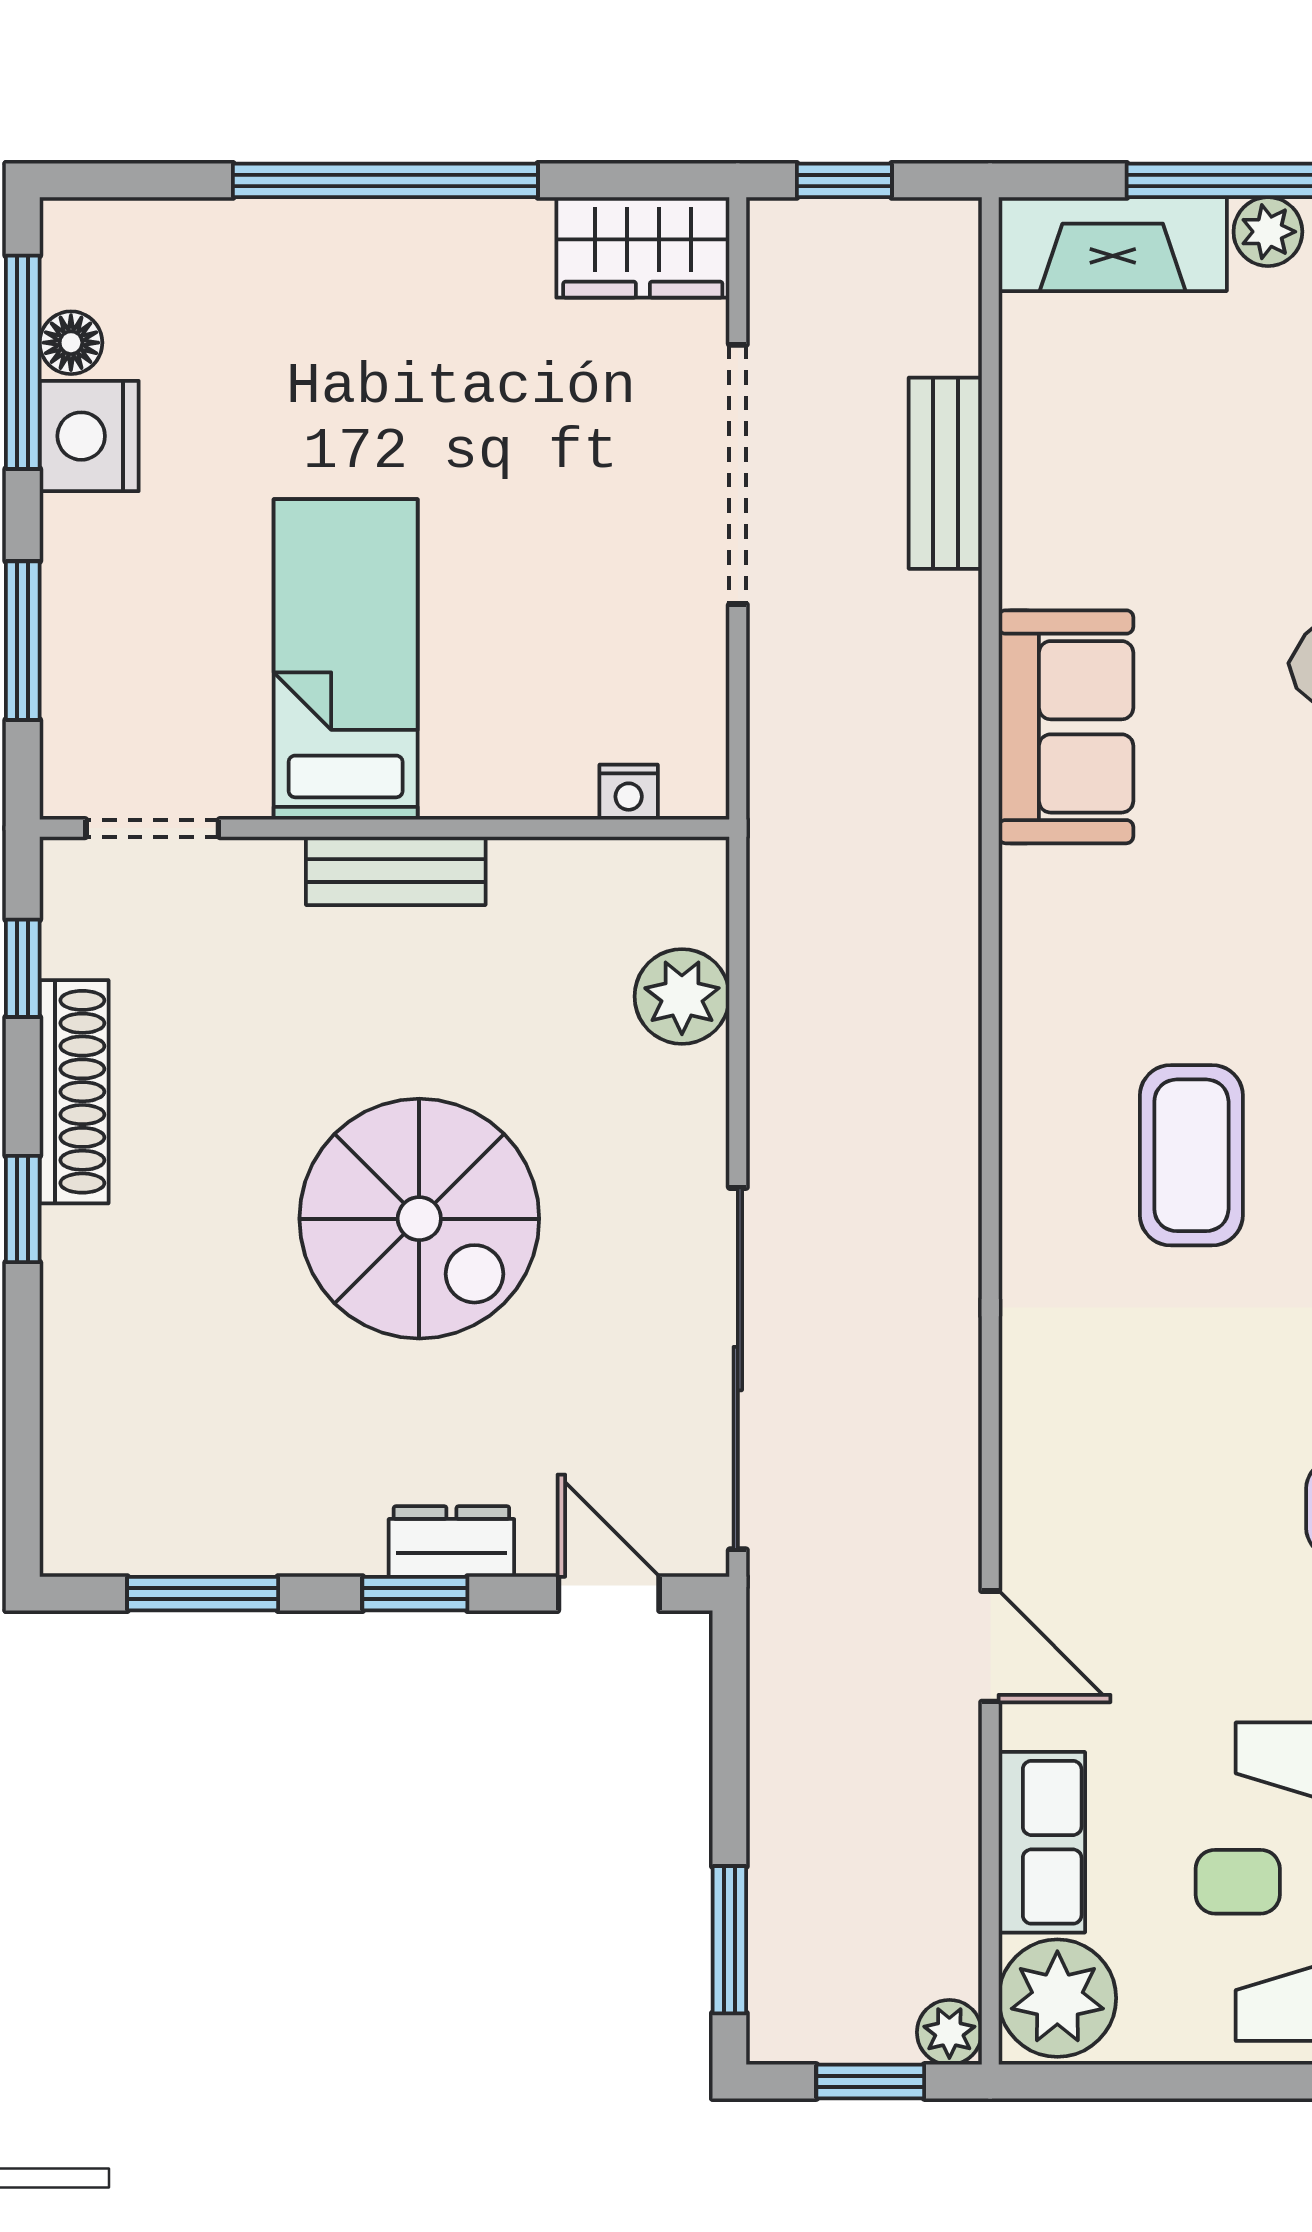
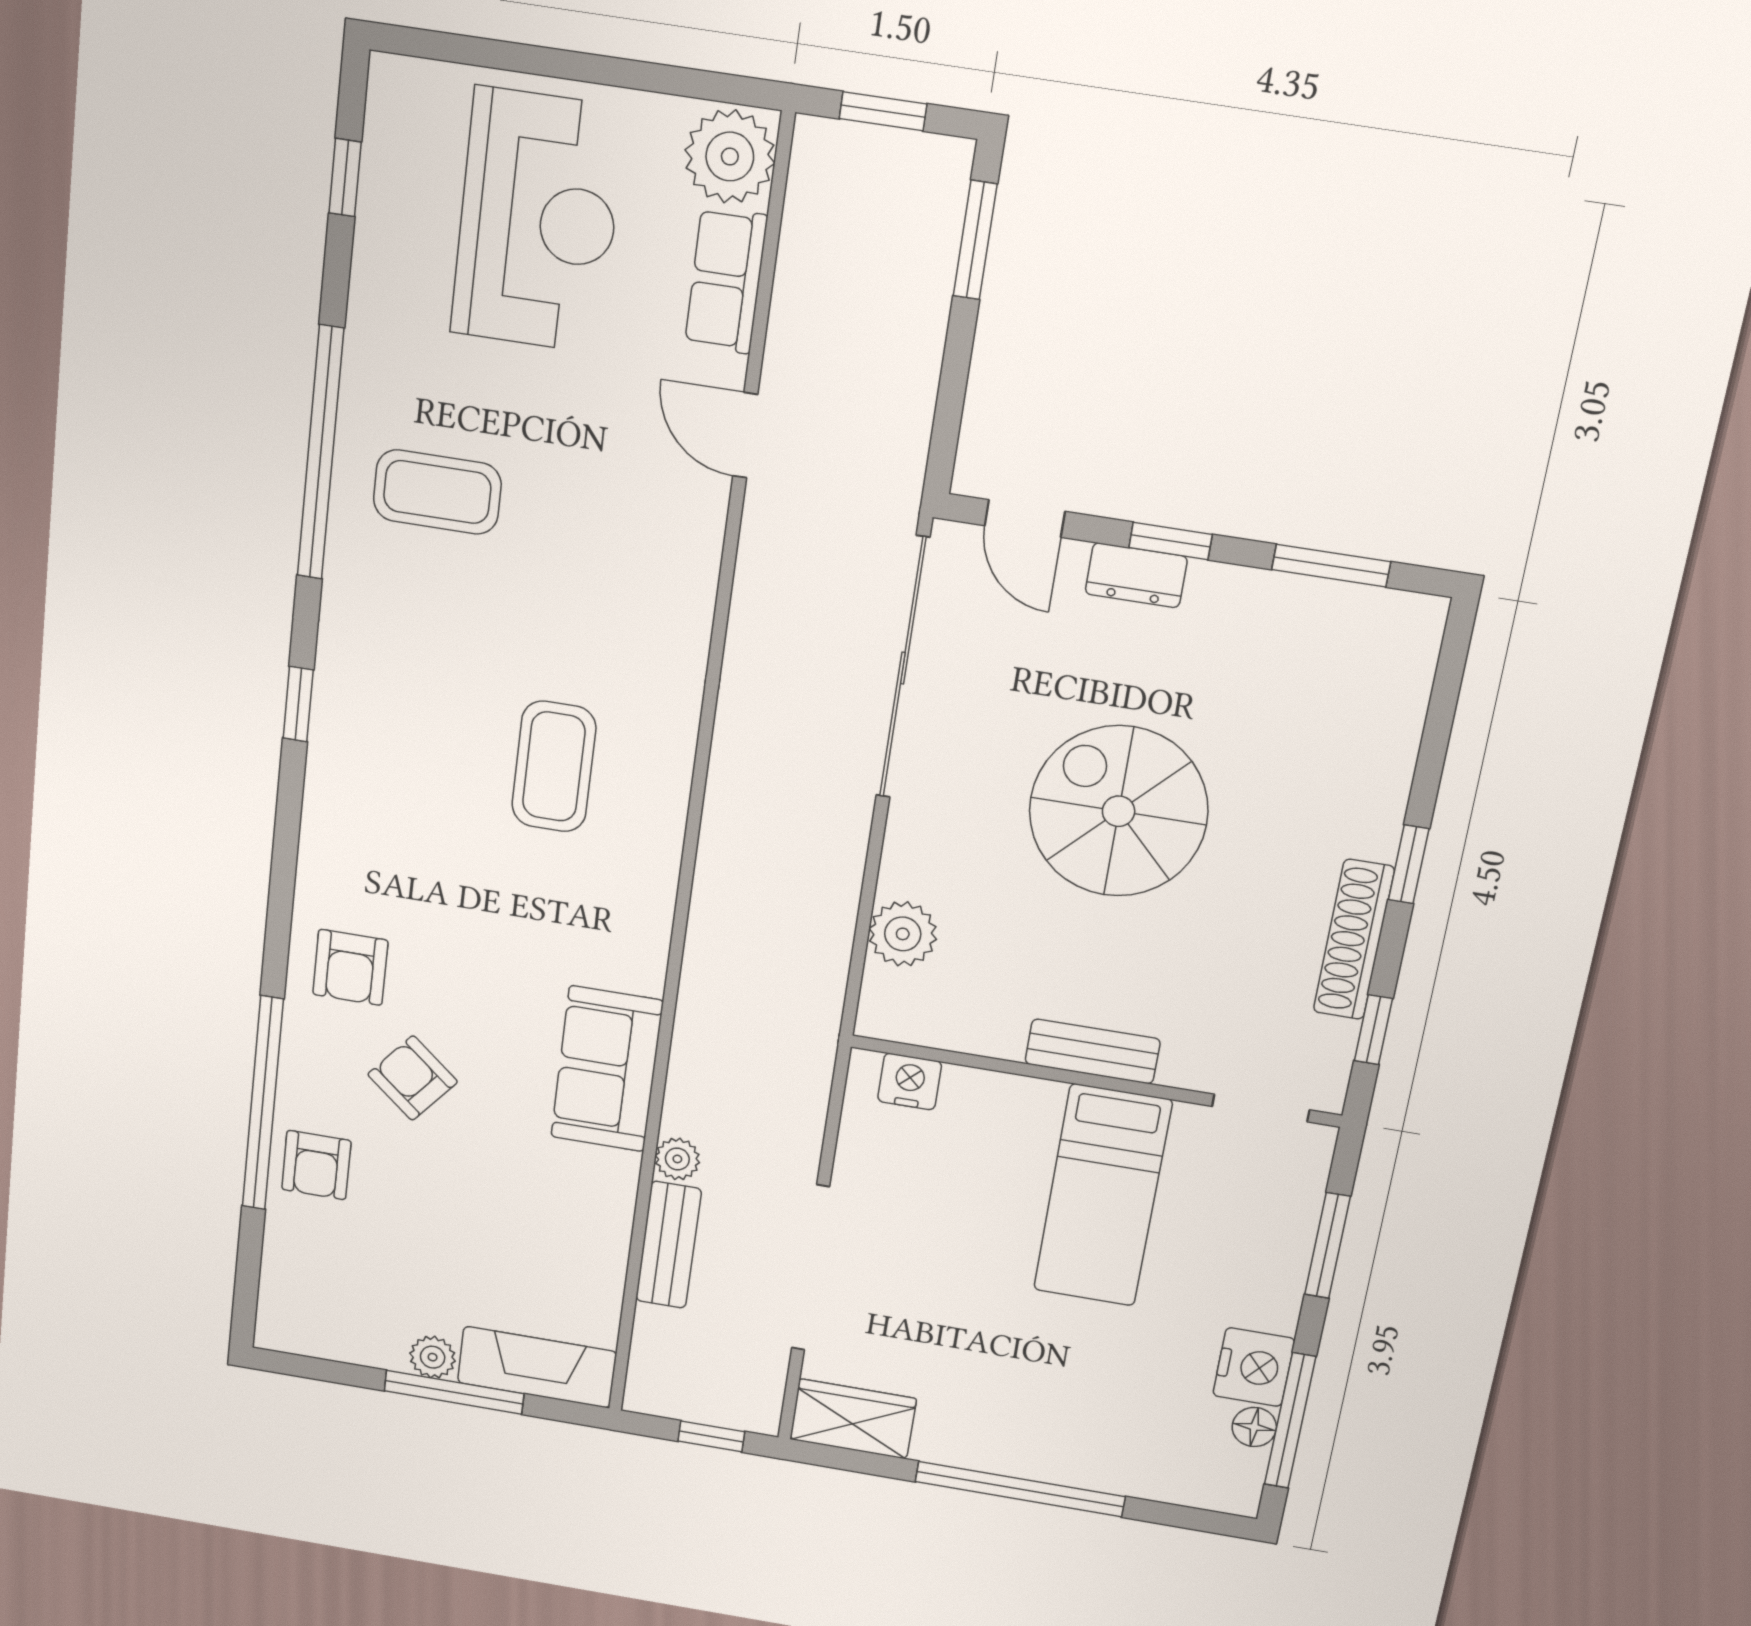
nightstand: (629, 792) -> (910, 1082), width x1.39, depth x1.35
plant: (949, 2032) -> (677, 1159), moved

